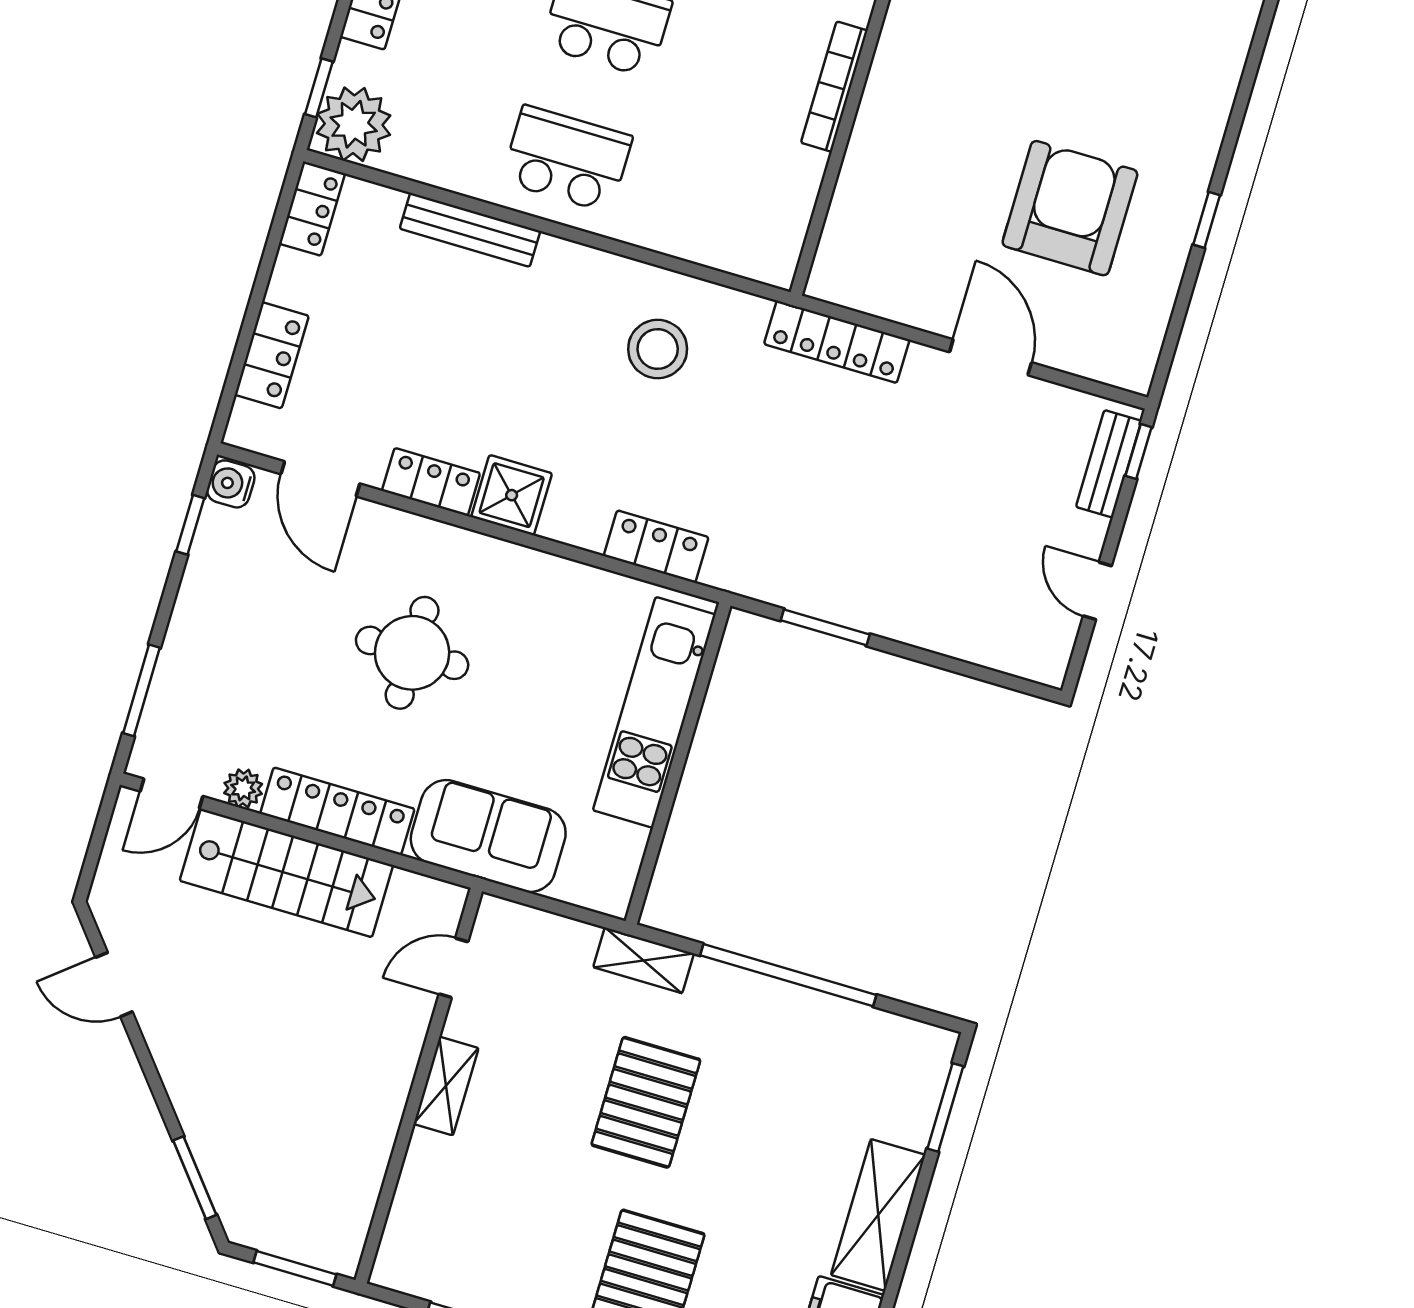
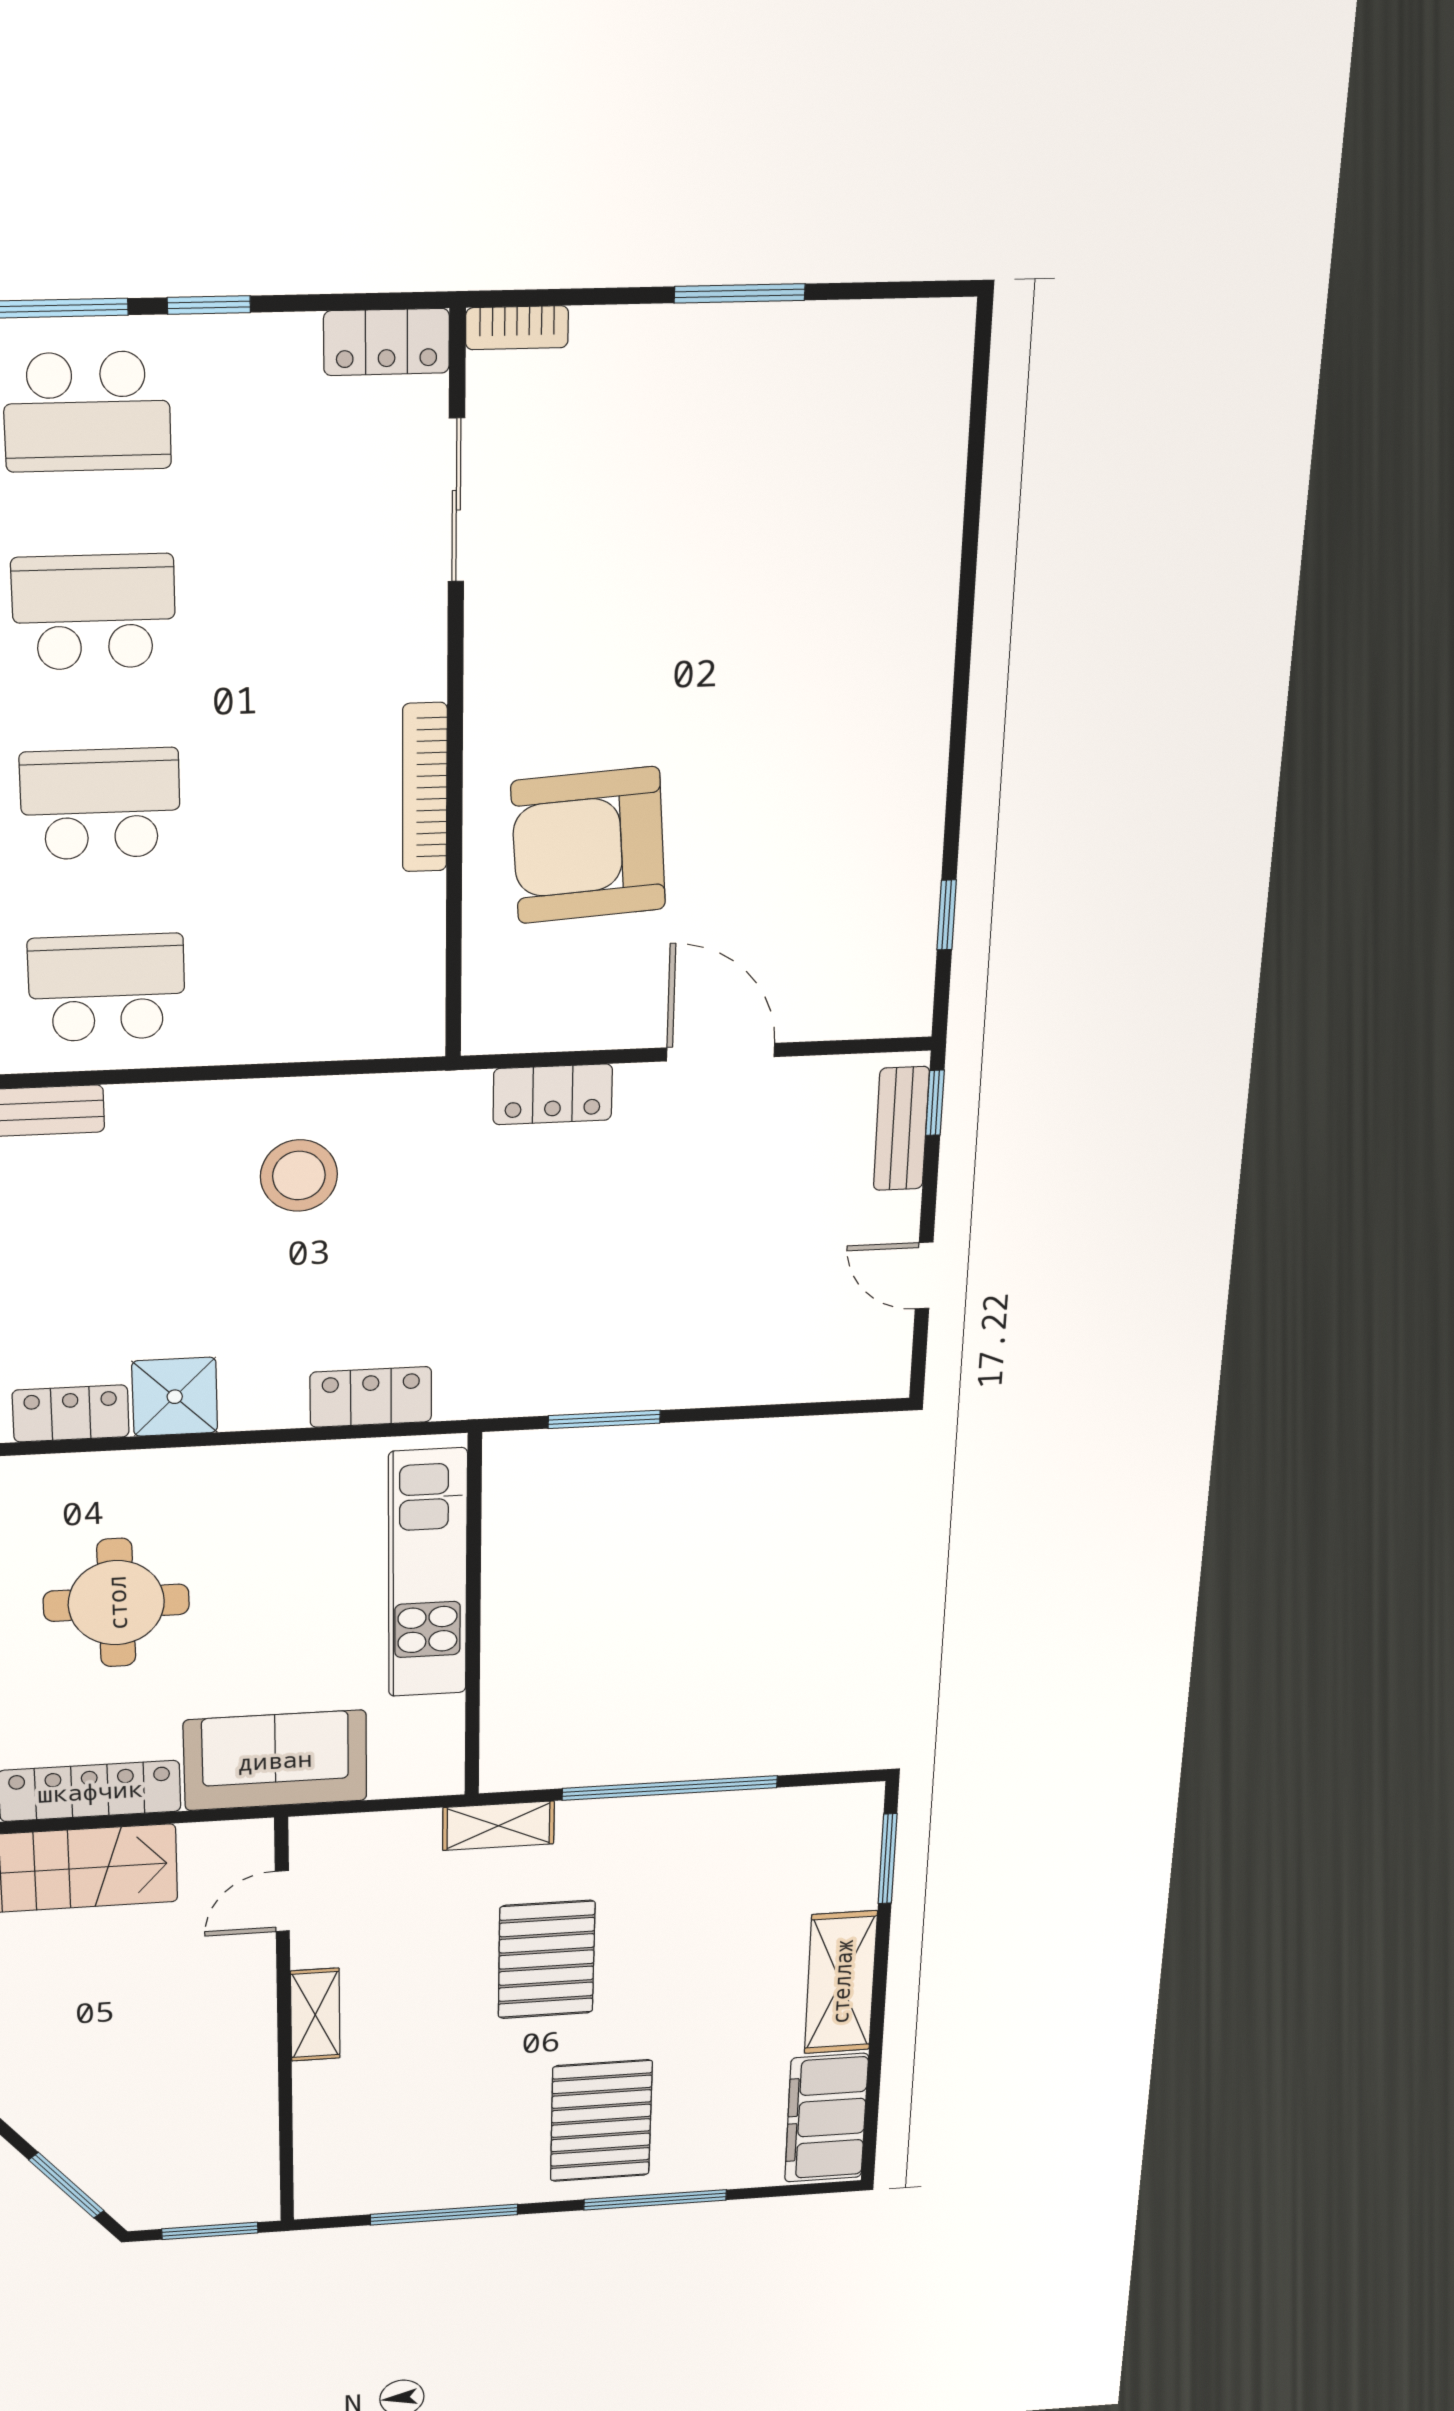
armchair: (1070, 208) -> (589, 845), moved, turned -94
window: (1207, 220) -> (947, 915), moved
locker: (837, 342) -> (553, 1094), width x0.66

